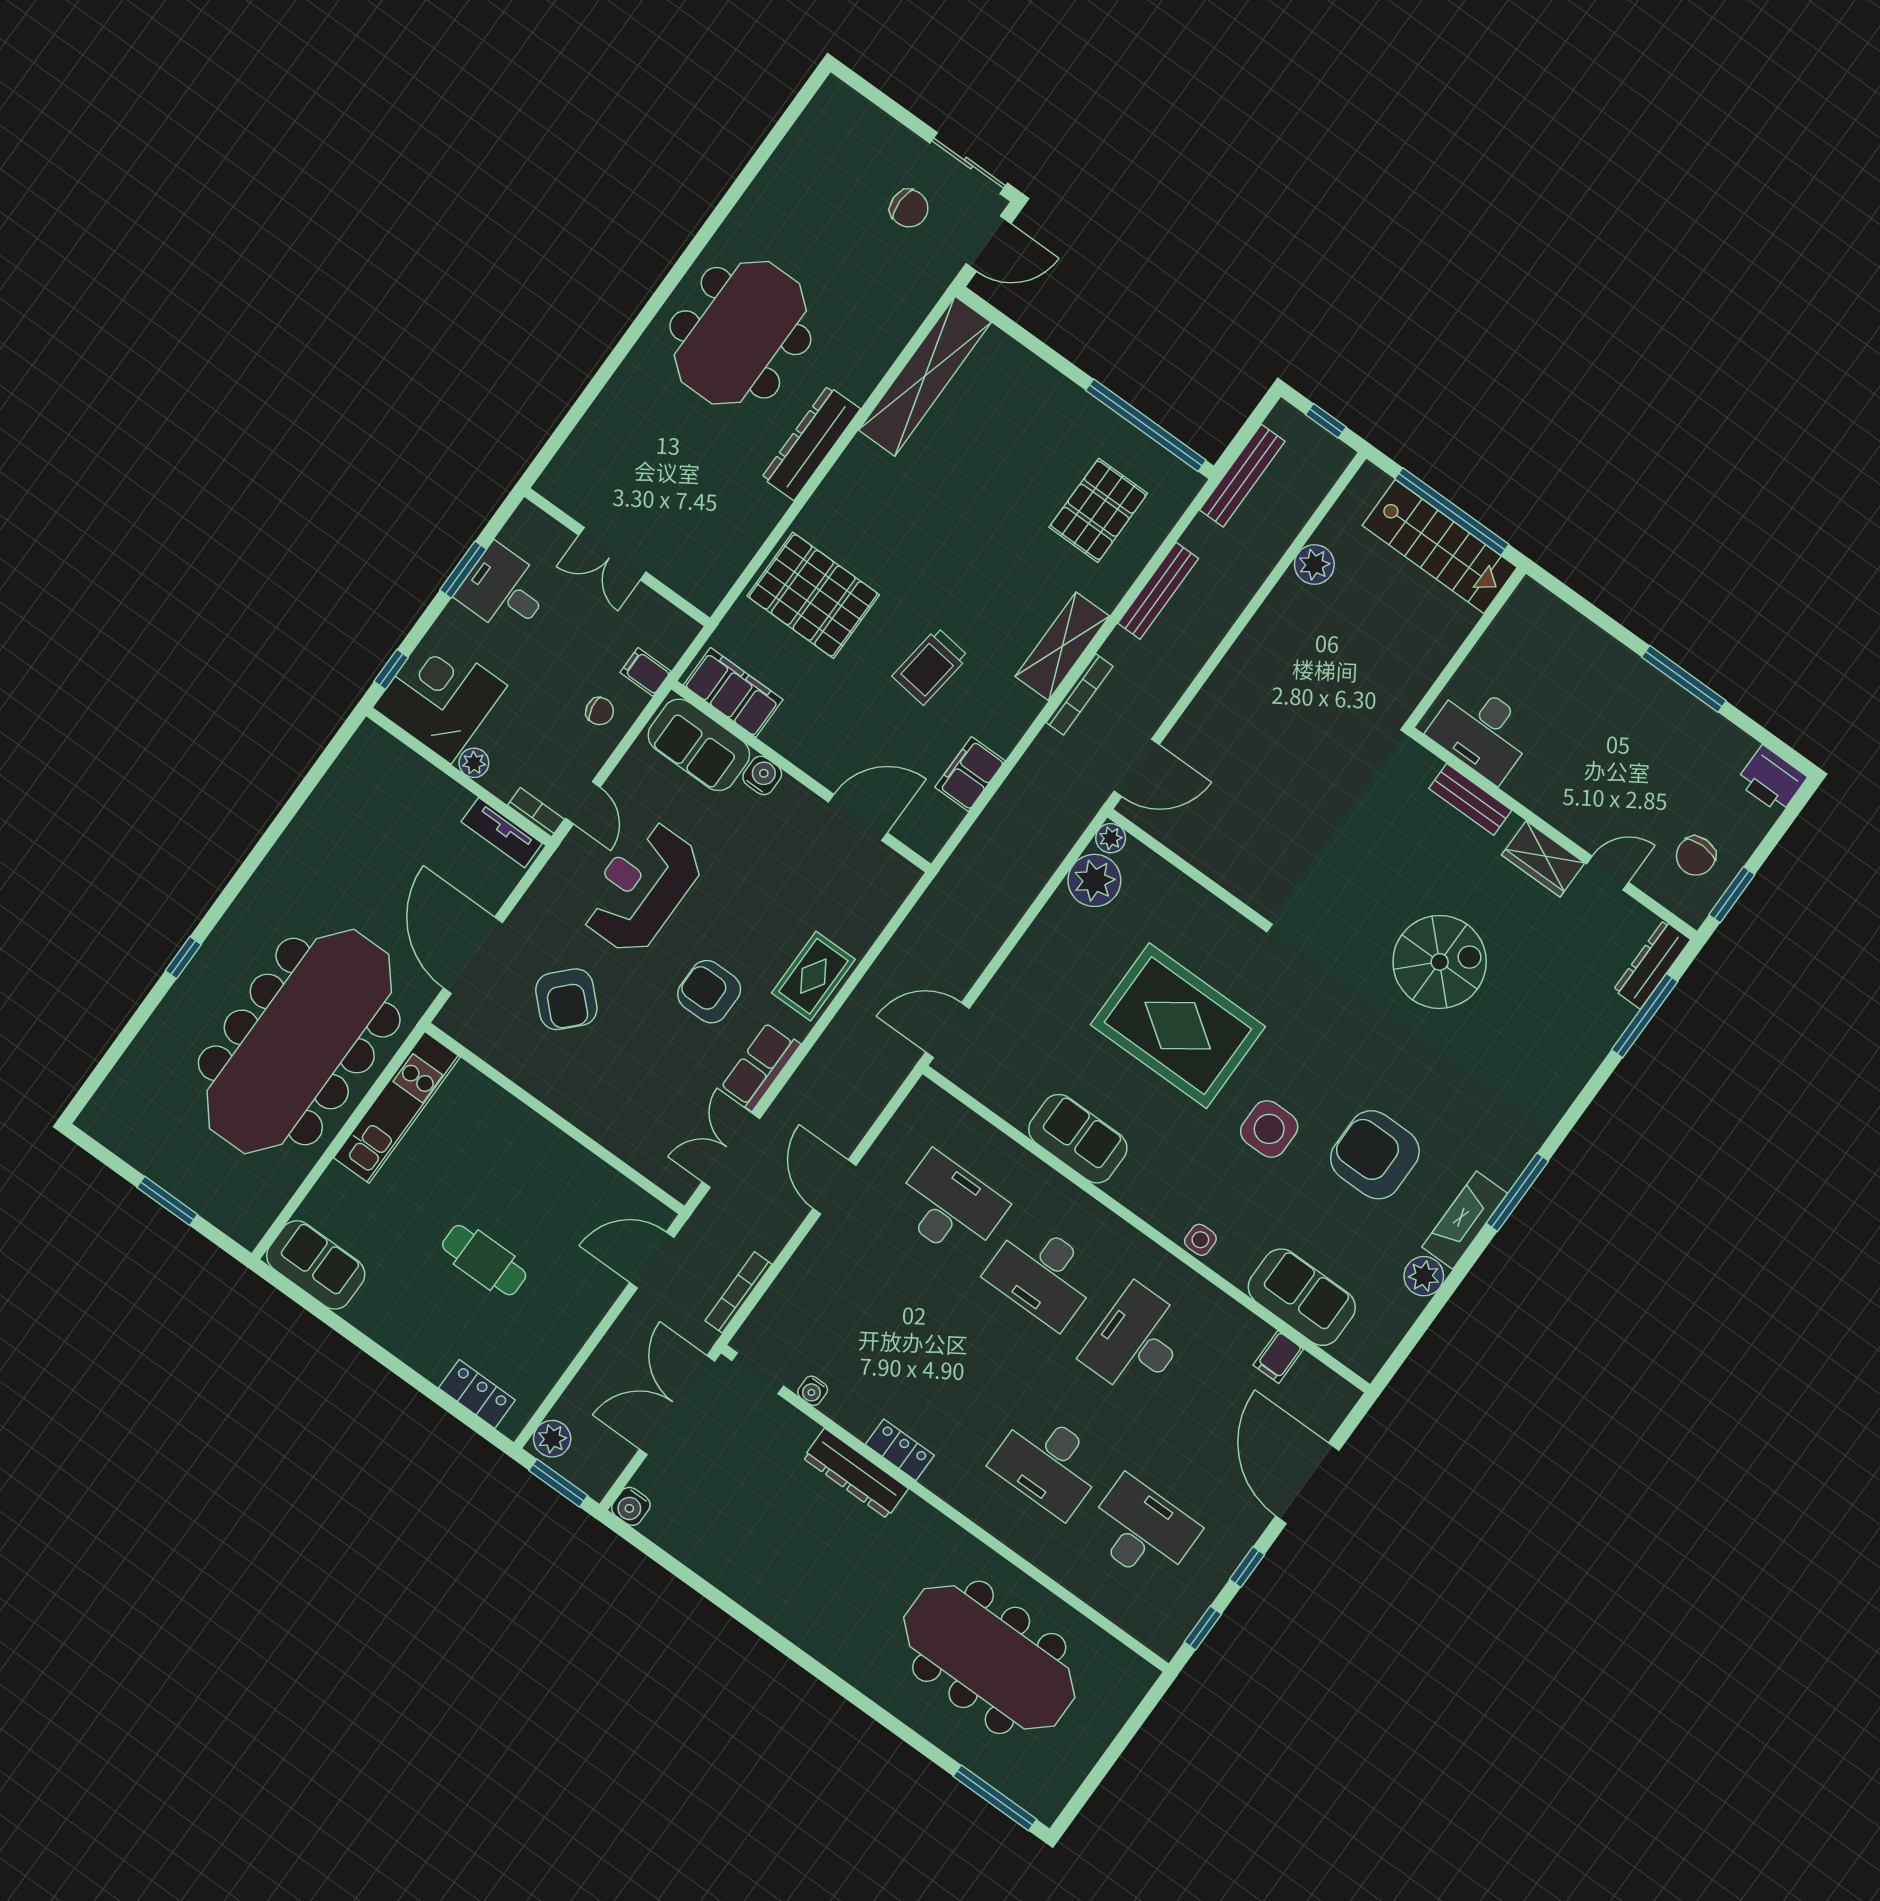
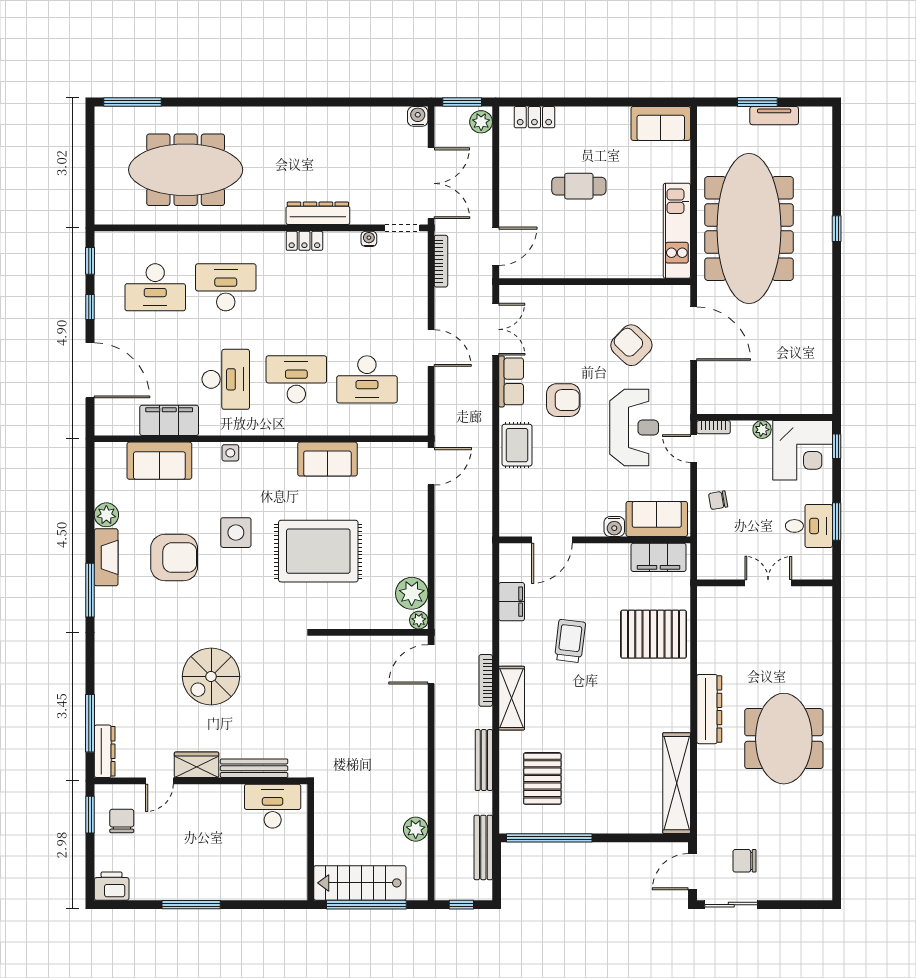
filing cabinet: (646, 672) -> (709, 536), removed
bench: (1470, 799) -> (254, 768), width x1.36
tv unit: (502, 833) -> (774, 116), moved, turned 180
filing cabinet: (1278, 1357) -> (169, 420), width x3.00, depth x1.17

